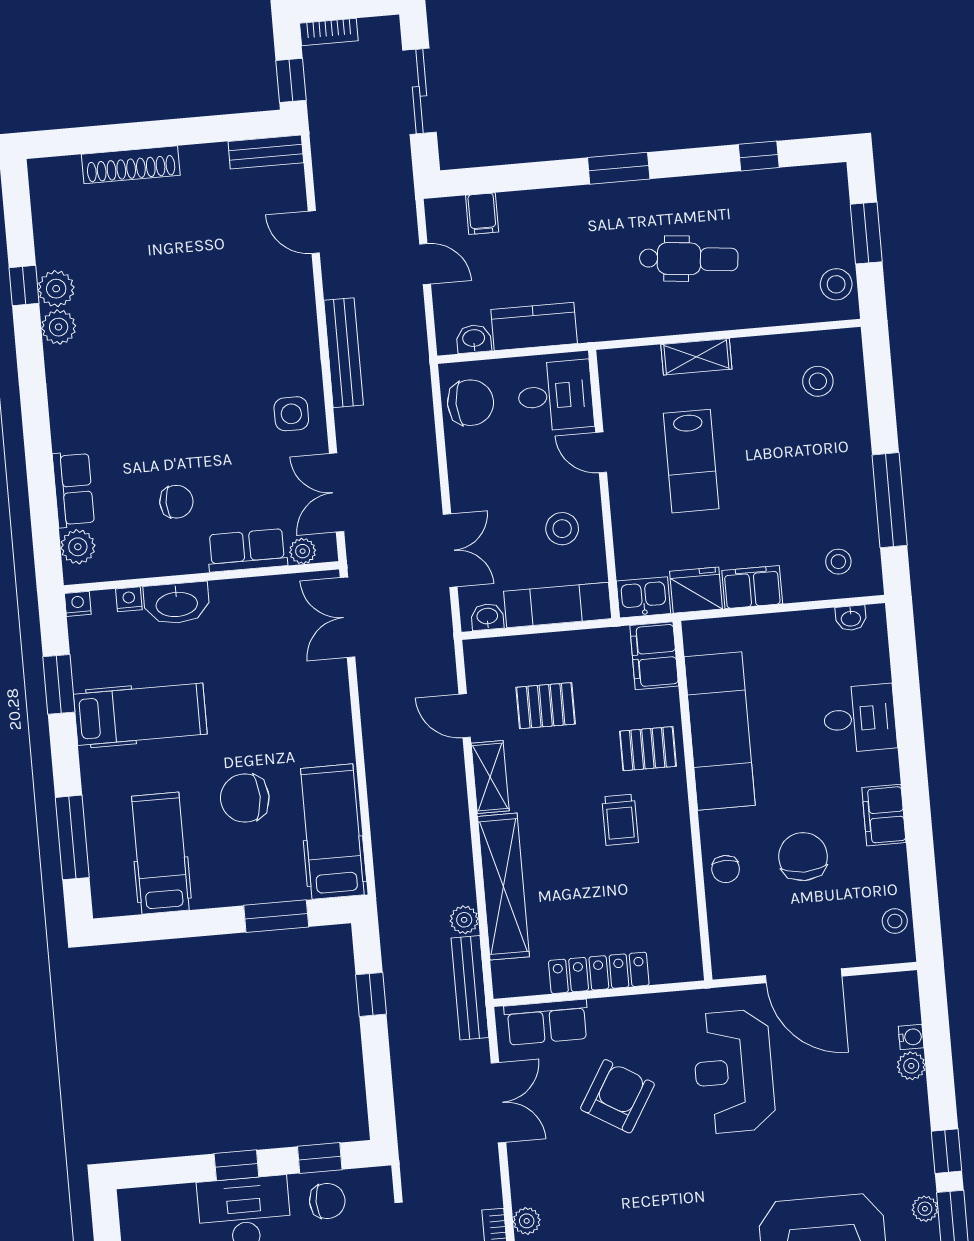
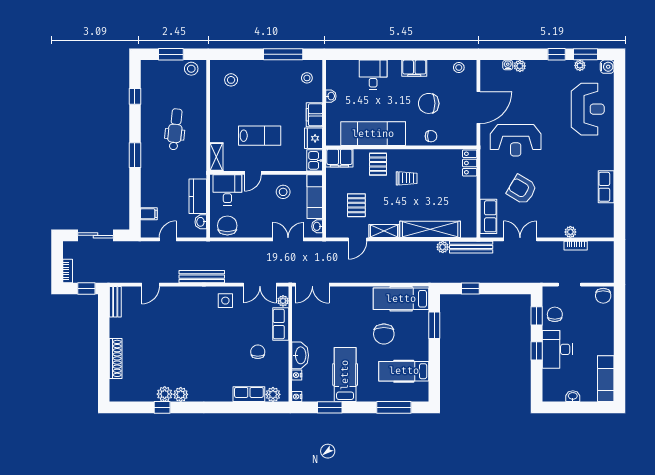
shelving: (696, 357) -> (216, 157), moved
washbasin: (851, 618) -> (331, 96), moved
locker: (599, 973) -> (470, 163), moved, width x0.66

